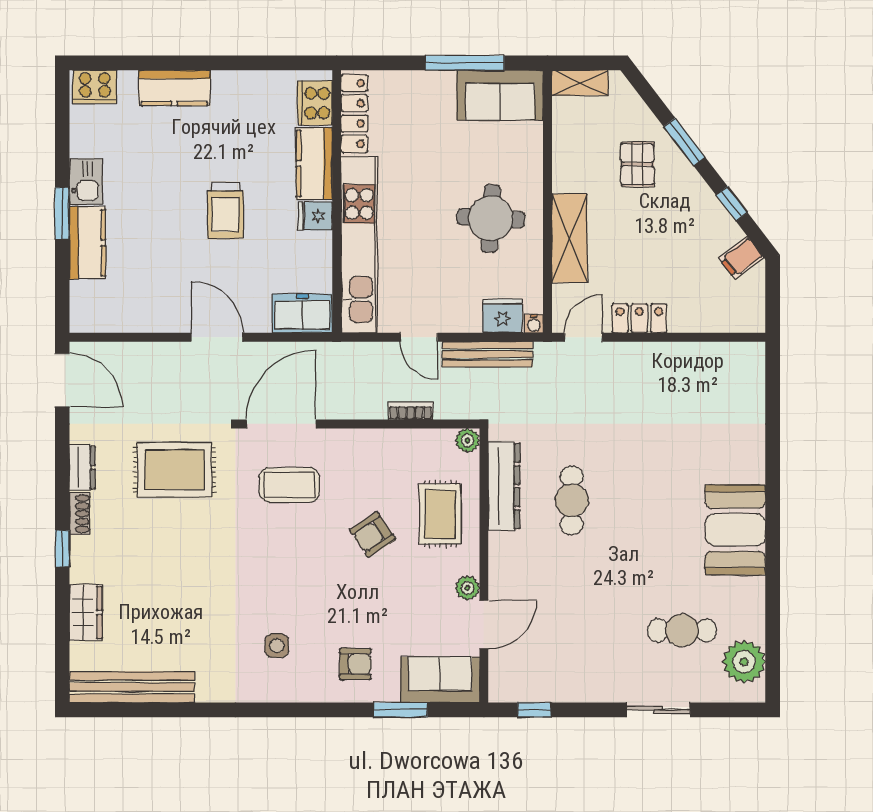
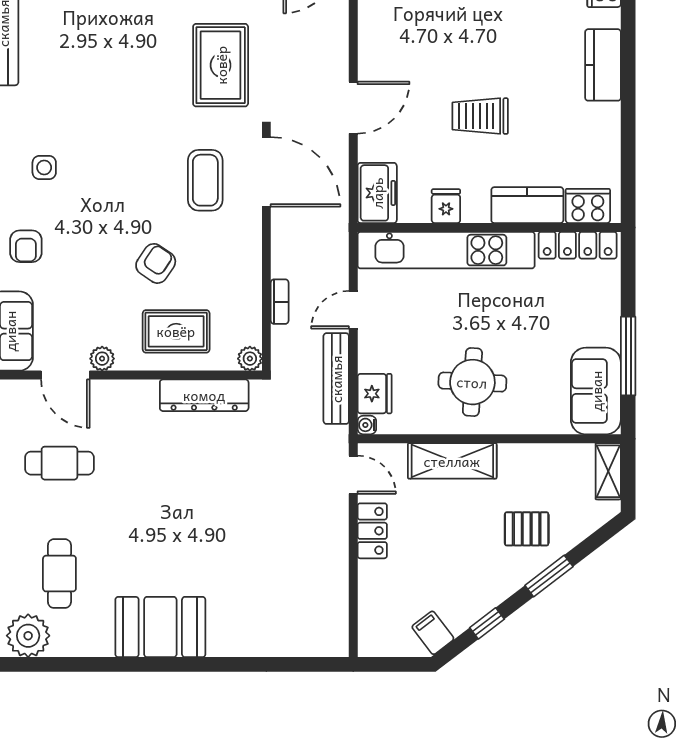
fridge: (315, 216) -> (446, 206), moved
cafe table: (572, 500) -> (59, 463), moved
armchair: (373, 534) -> (156, 263), turned 68

